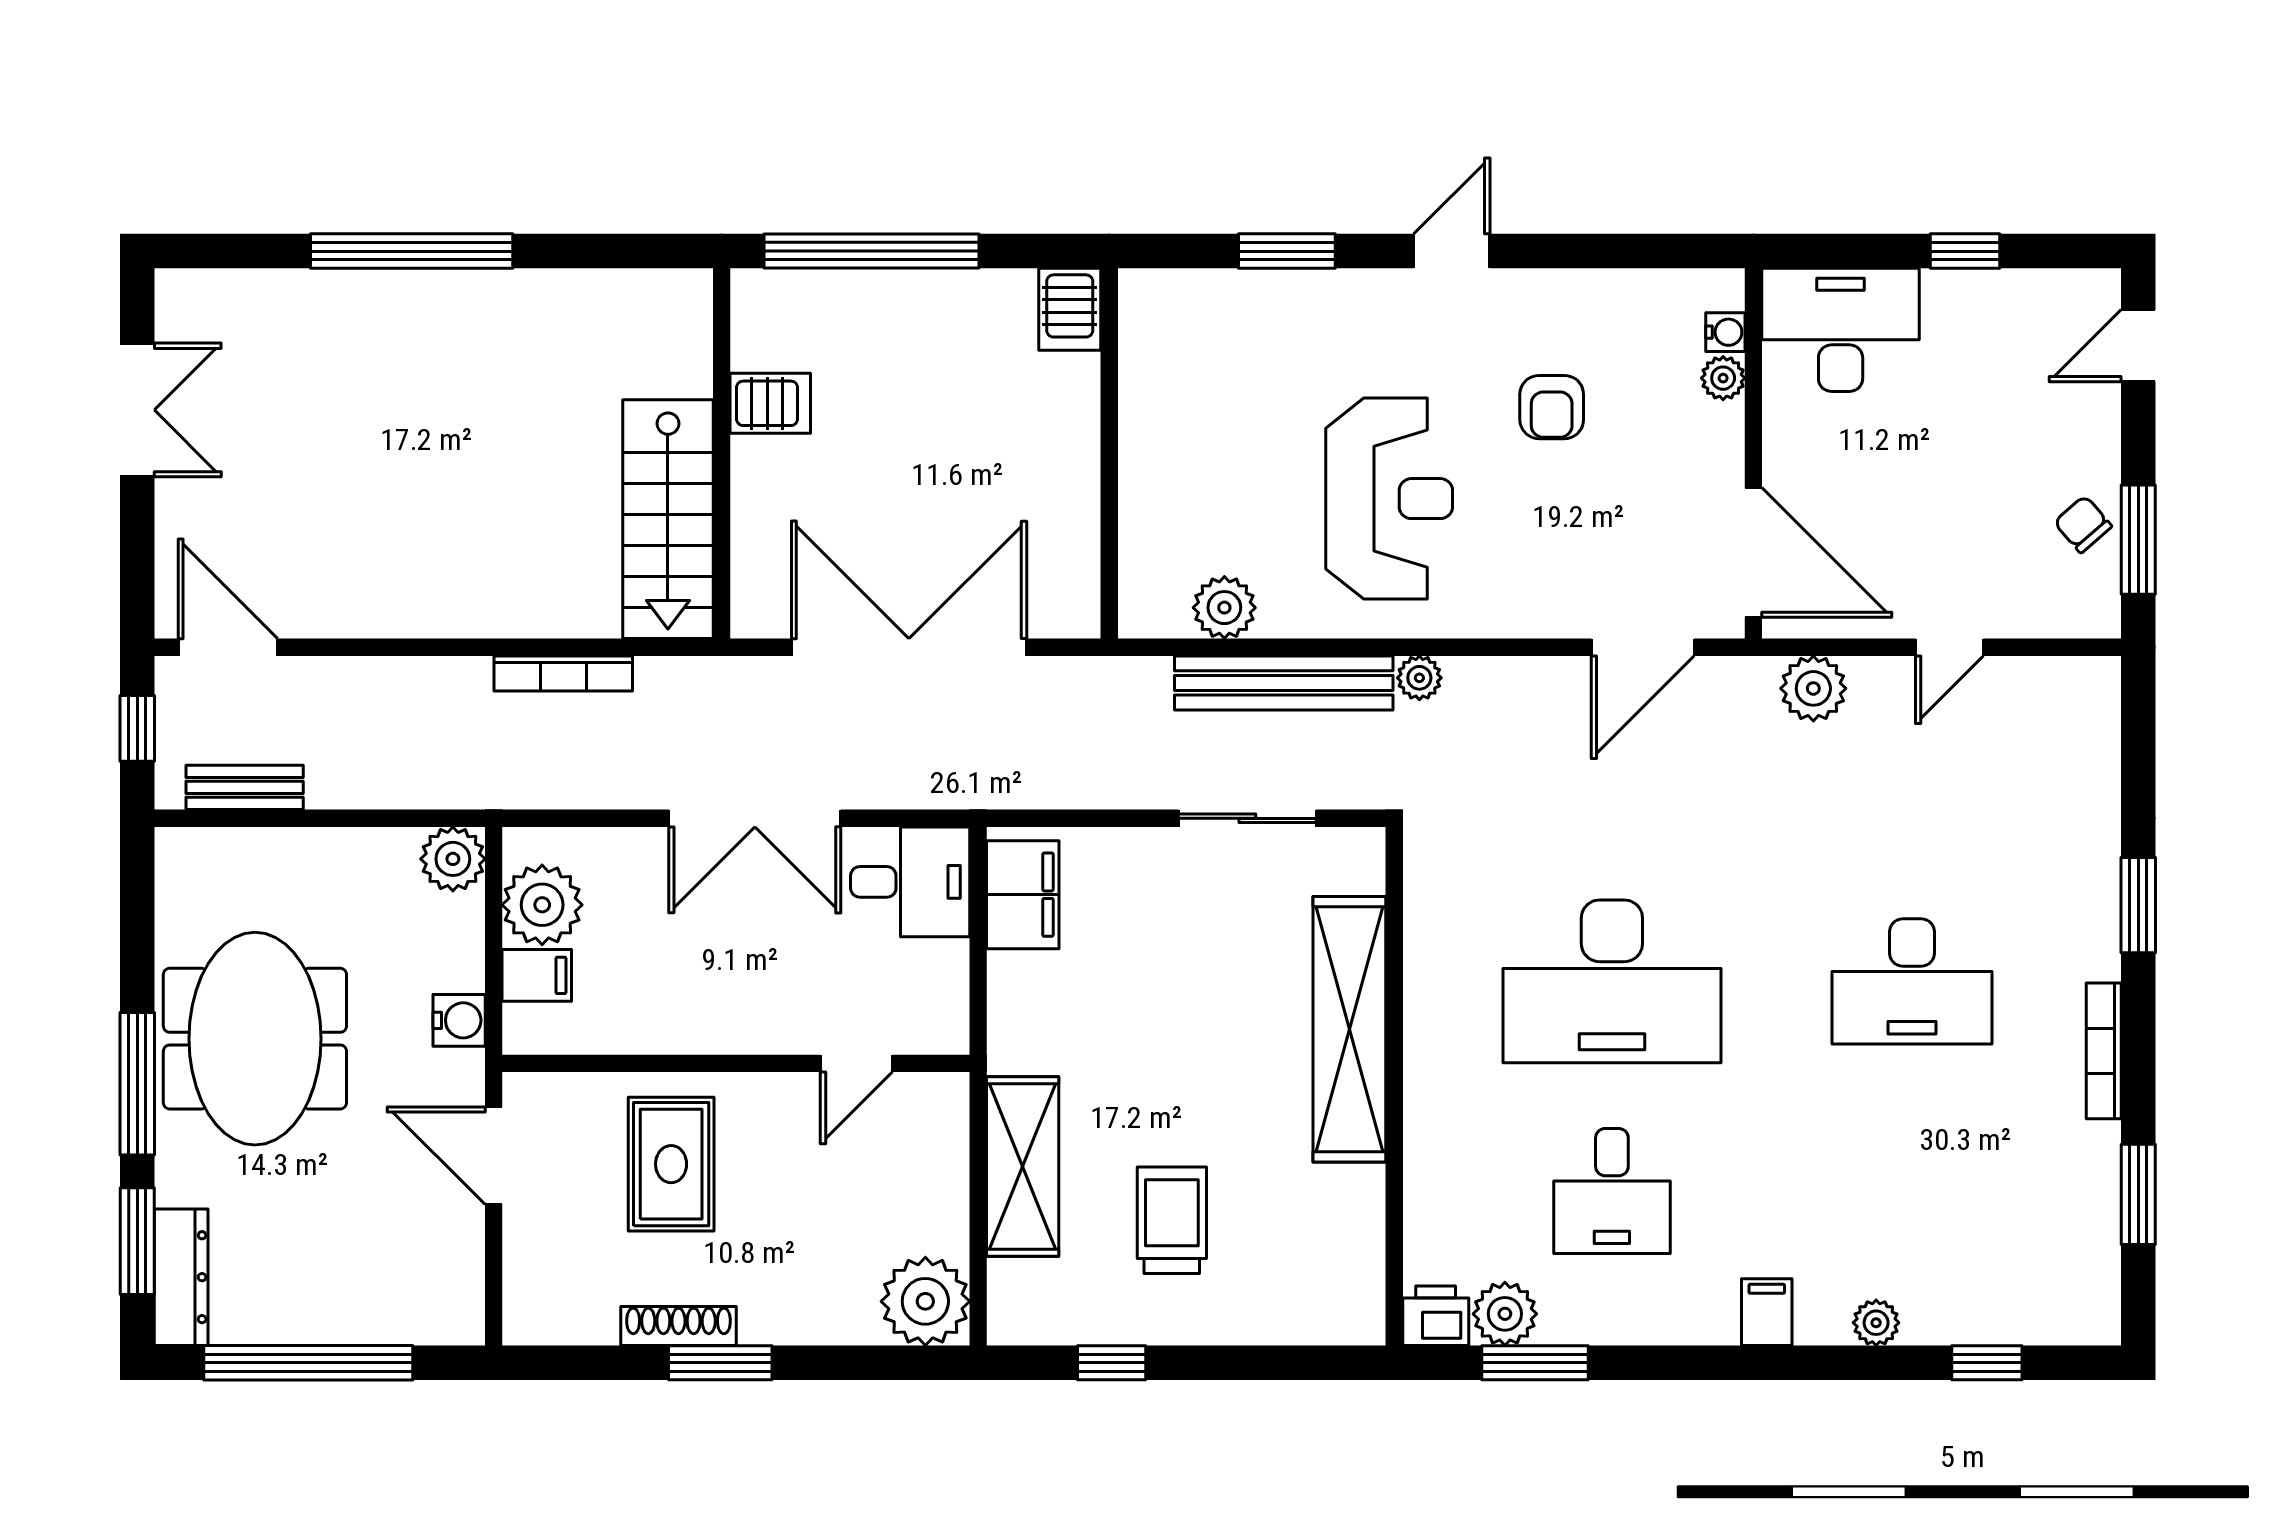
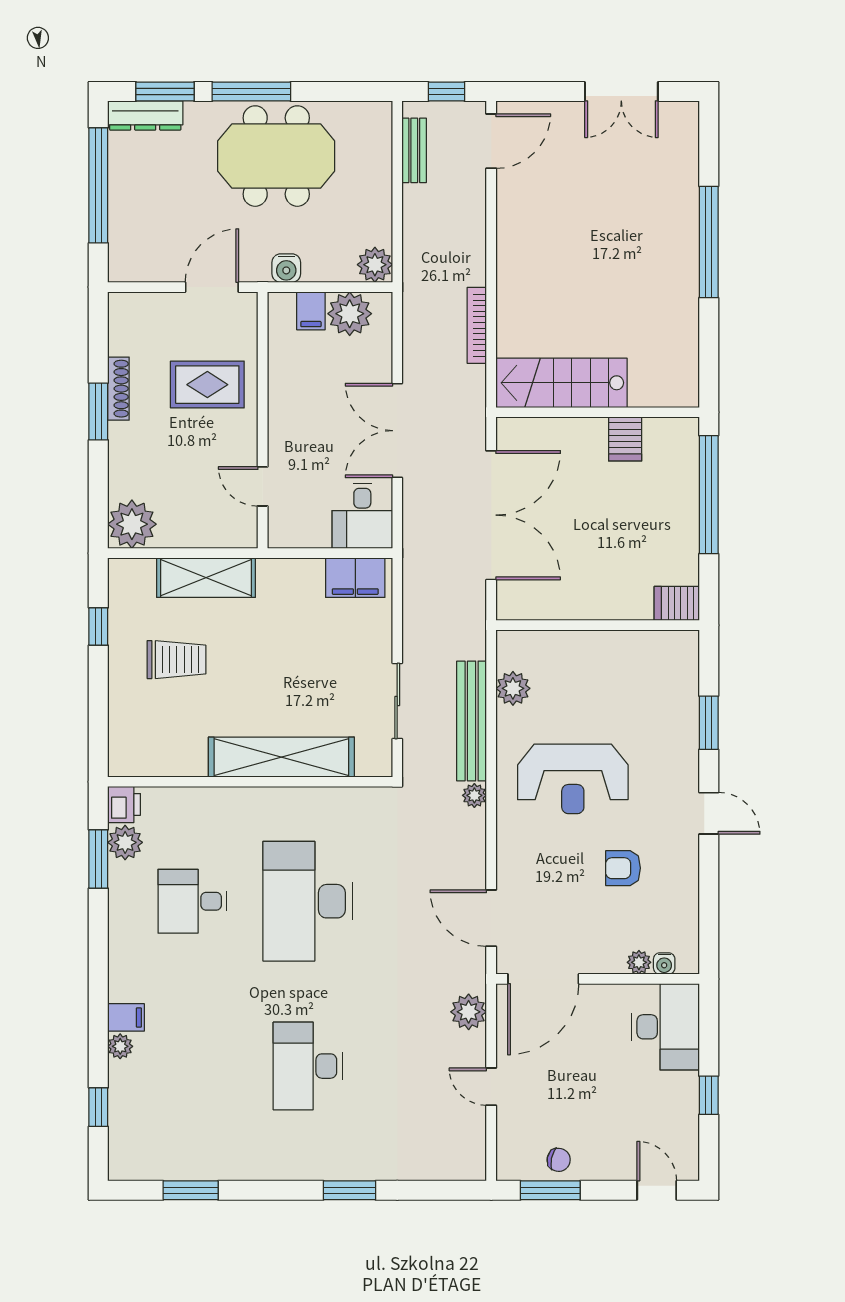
chair: (2083, 524) -> (559, 1160), turned 53
bookcase: (2104, 1051) -> (270, 1171), removed
filing cabinet: (1767, 1312) -> (126, 1017), moved

